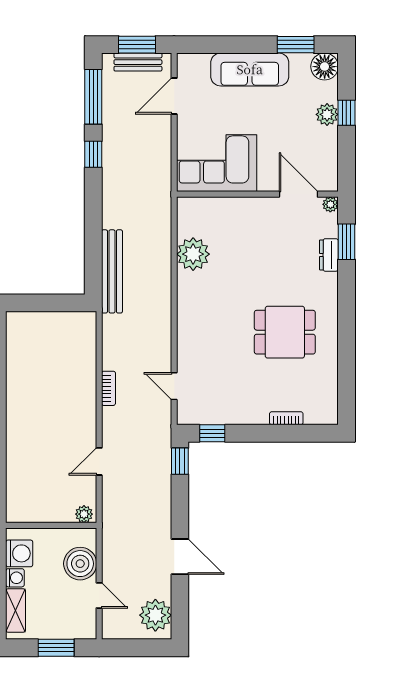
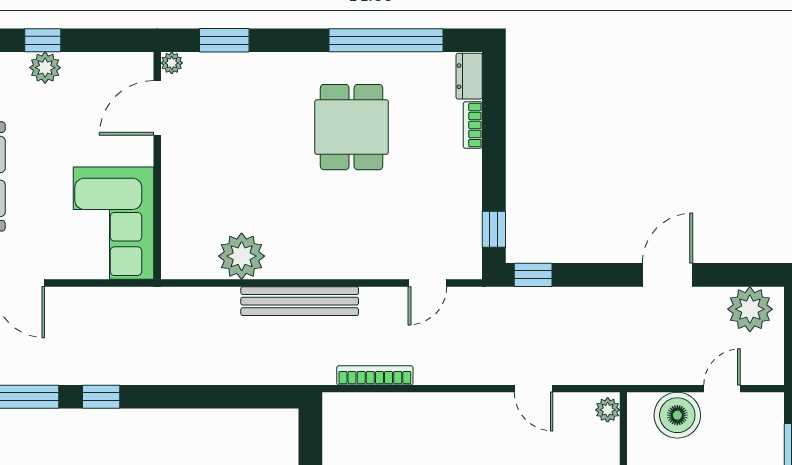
dresser: (329, 255) -> (469, 76), moved, turned 90
bench: (112, 271) -> (300, 301), moved
window: (346, 357) -> (386, 40), added
bookcase: (108, 388) -> (375, 375), moved, width x1.56

